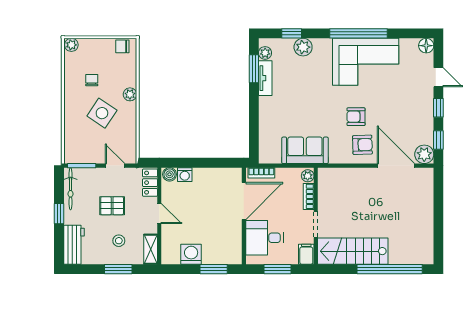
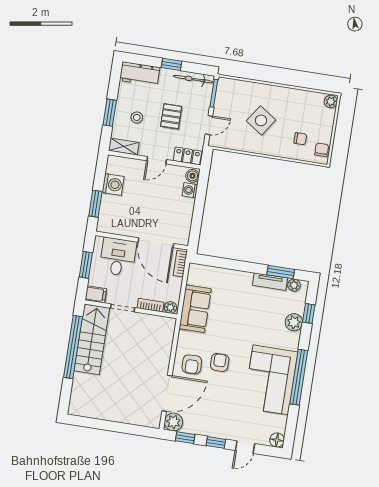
chair: (92, 80) -> (300, 139), moved
plant: (130, 94) -> (275, 150), removed
window: (390, 269) -> (73, 347), moved

